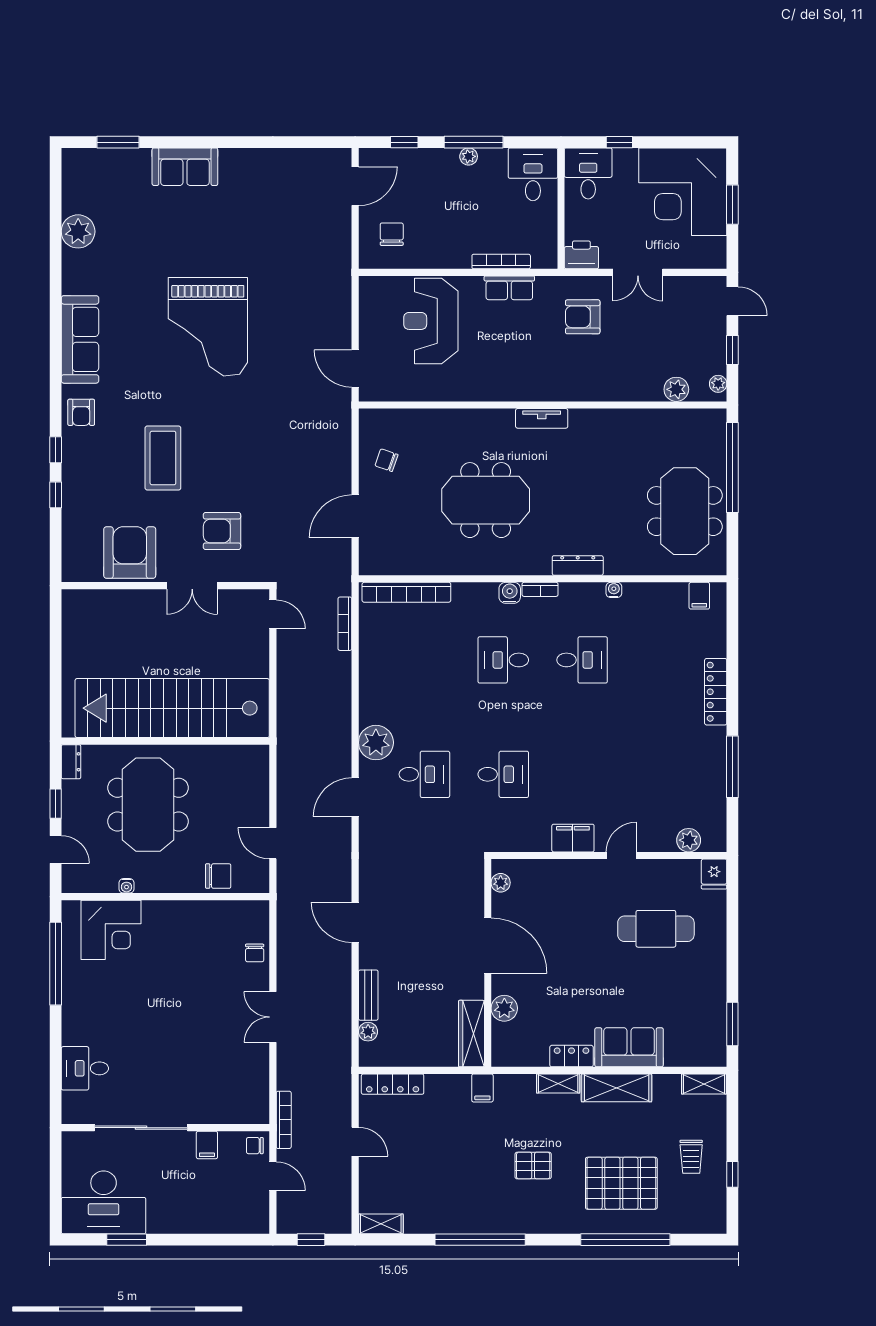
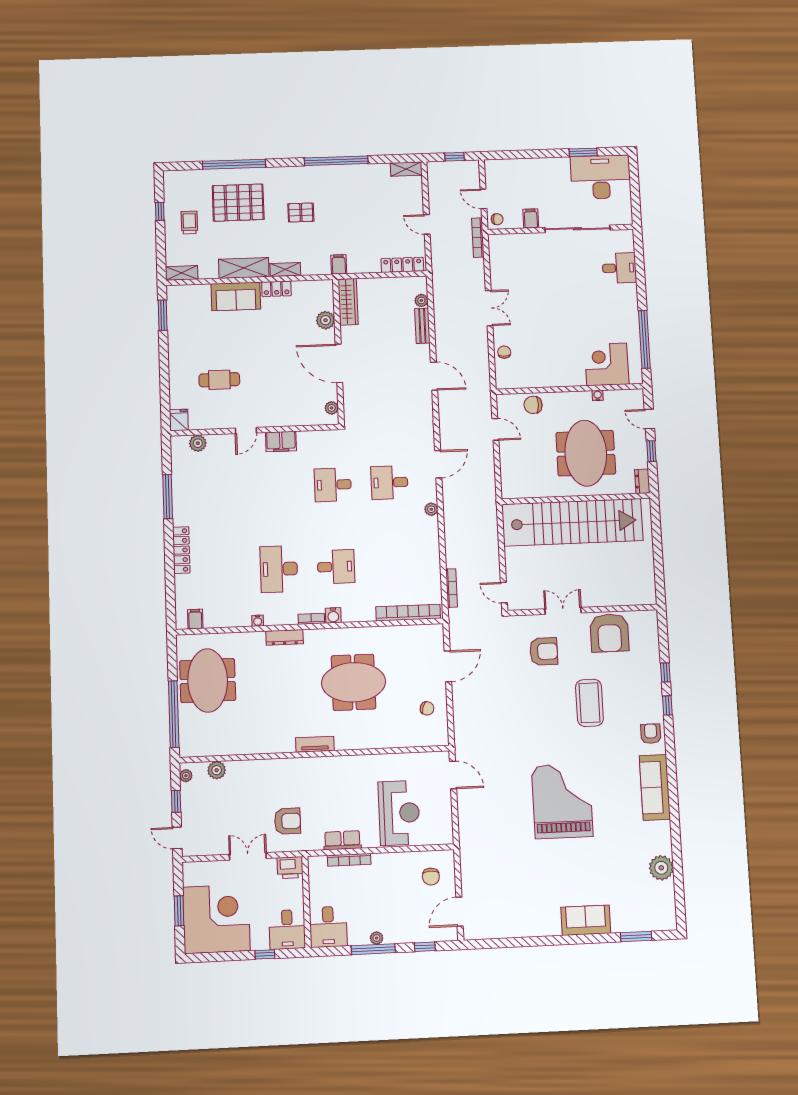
desk: (582, 660) -> (279, 569), width x1.37
plant: (376, 743) -> (431, 509), width x0.53, depth x0.53
cafe table: (656, 929) -> (219, 380), width x0.73, depth x0.74

